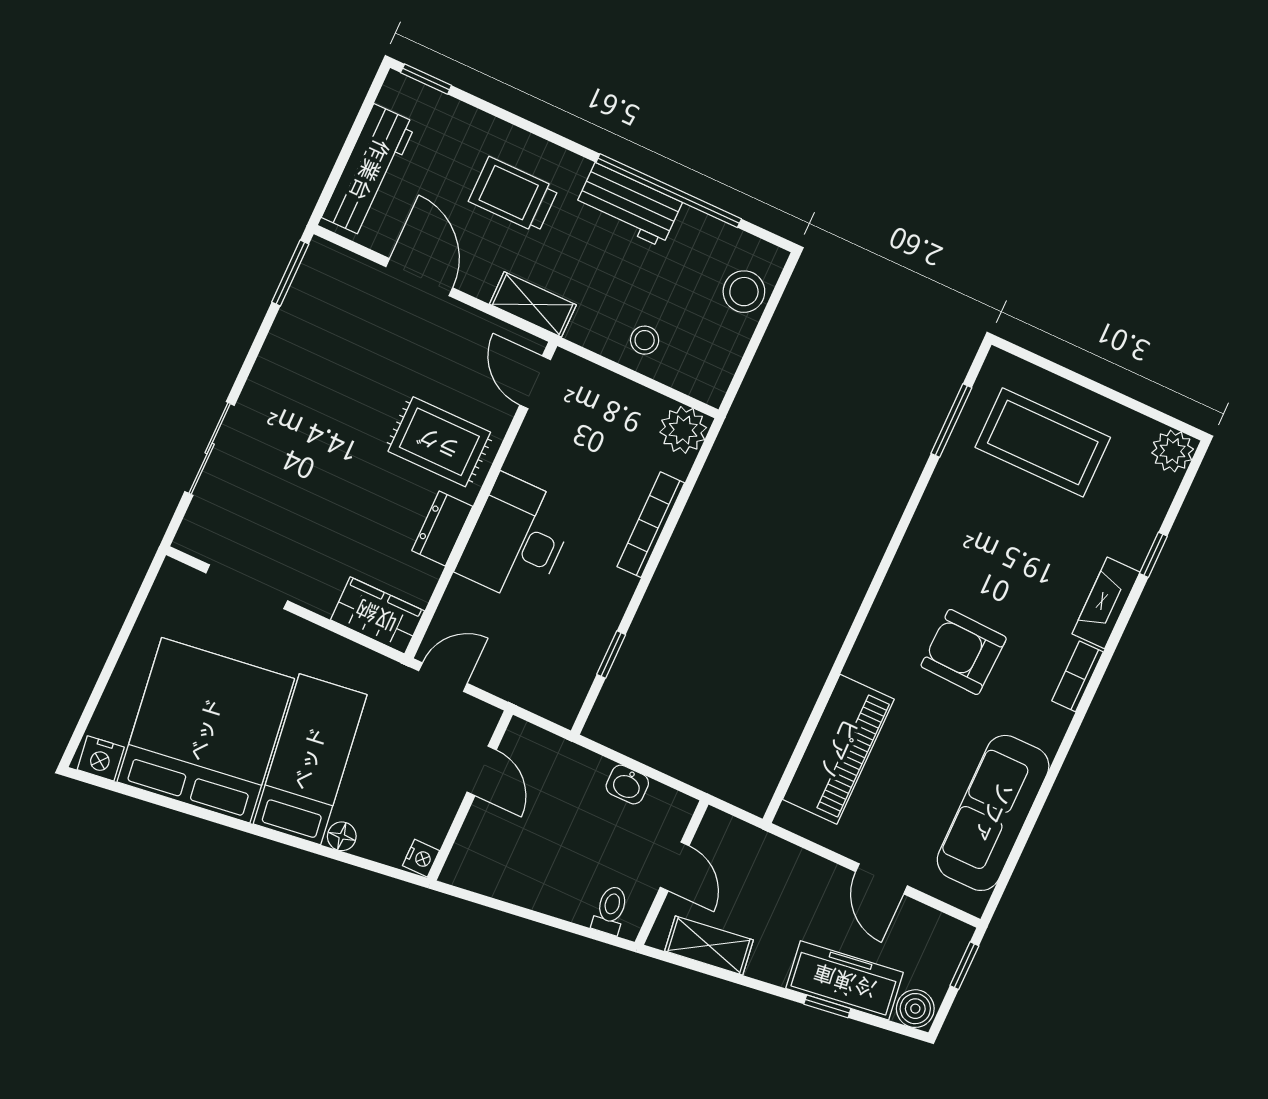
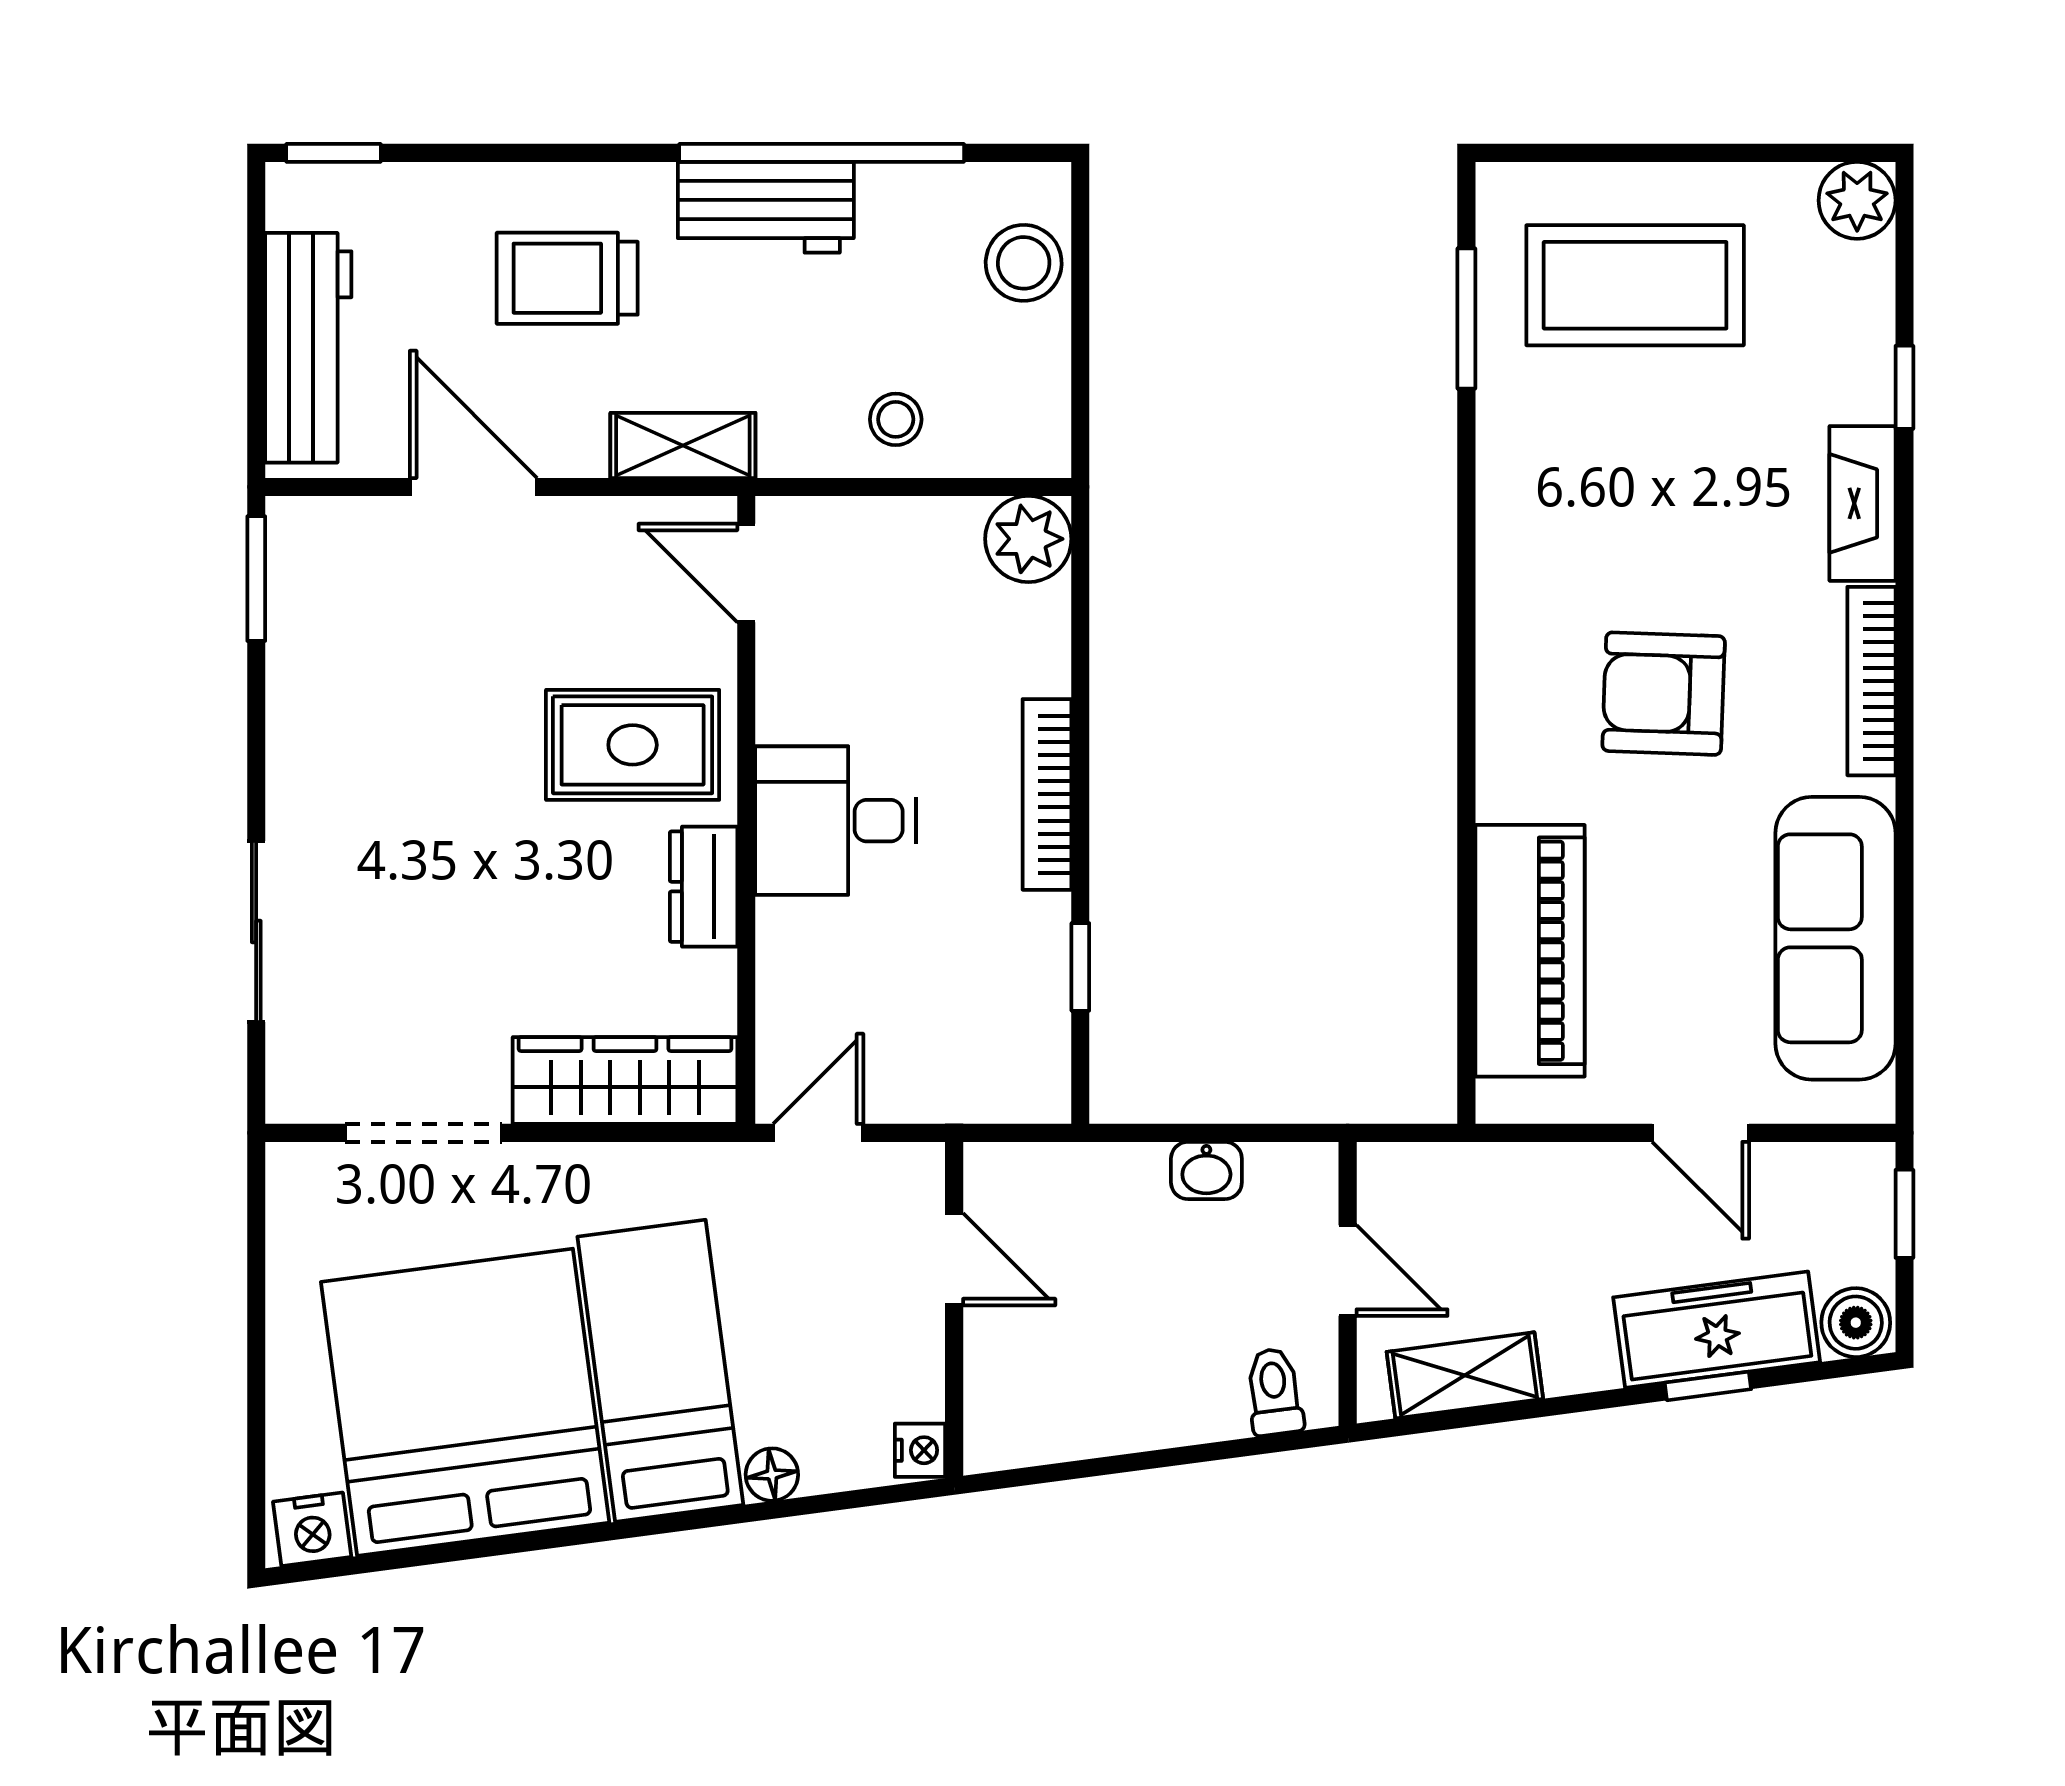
bookcase: (651, 525) -> (1047, 794), moved
desk: (516, 540) -> (835, 821), width x0.73
wardrobe: (377, 615) -> (625, 1081), width x1.50
bookcase: (1078, 676) -> (1871, 681), width x1.56

